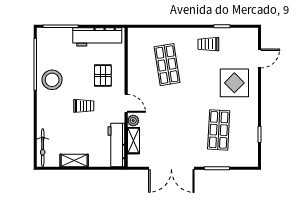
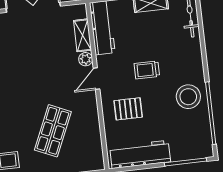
shop shelf: (167, 65) -> (53, 131), turned 33
pallet: (103, 76) -> (128, 109), turned 90
door: (126, 103) -> (96, 79), hinge flipped

